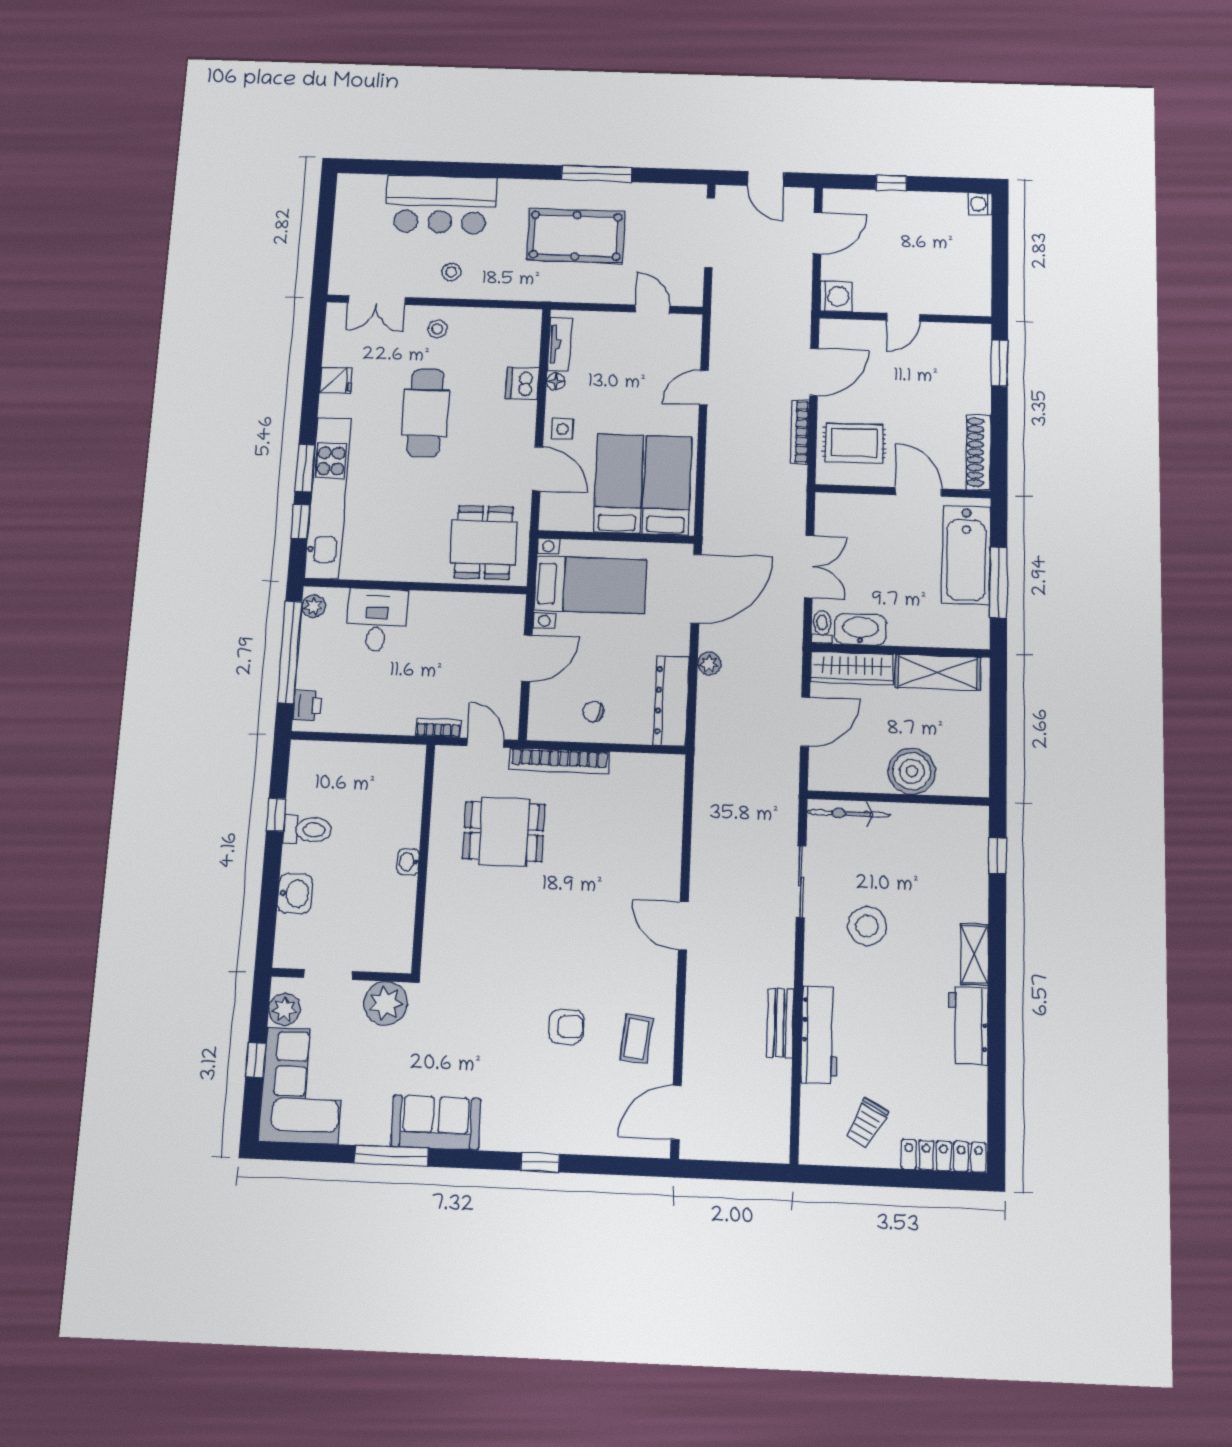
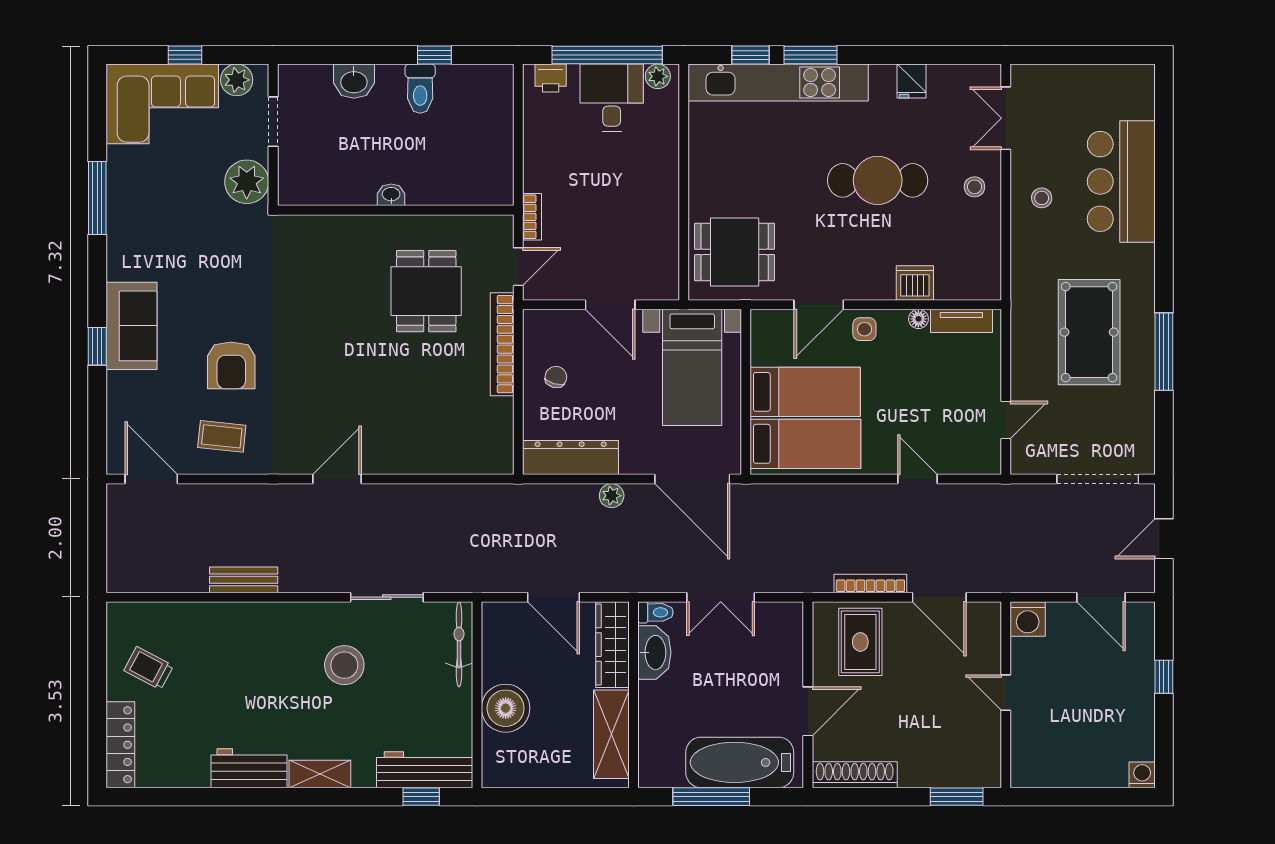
desk: (377, 620) -> (612, 98), moved, turned -90
armchair: (566, 1026) -> (231, 365), width x1.38, depth x1.38
workbench: (820, 1034) -> (425, 770), moved, turned 180
sofa: (436, 1122) -> (131, 326), moved

